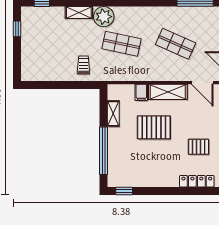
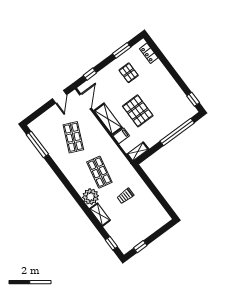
trolley: (83, 65) -> (125, 196), moved
shelving: (113, 114) -> (138, 152), moved
locker: (197, 181) -> (149, 53), width x0.66

